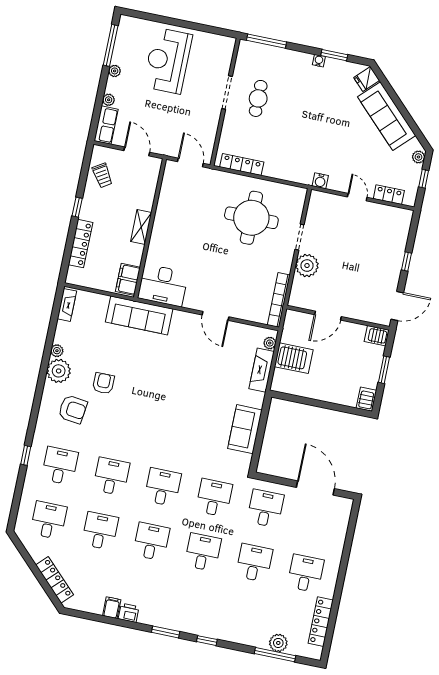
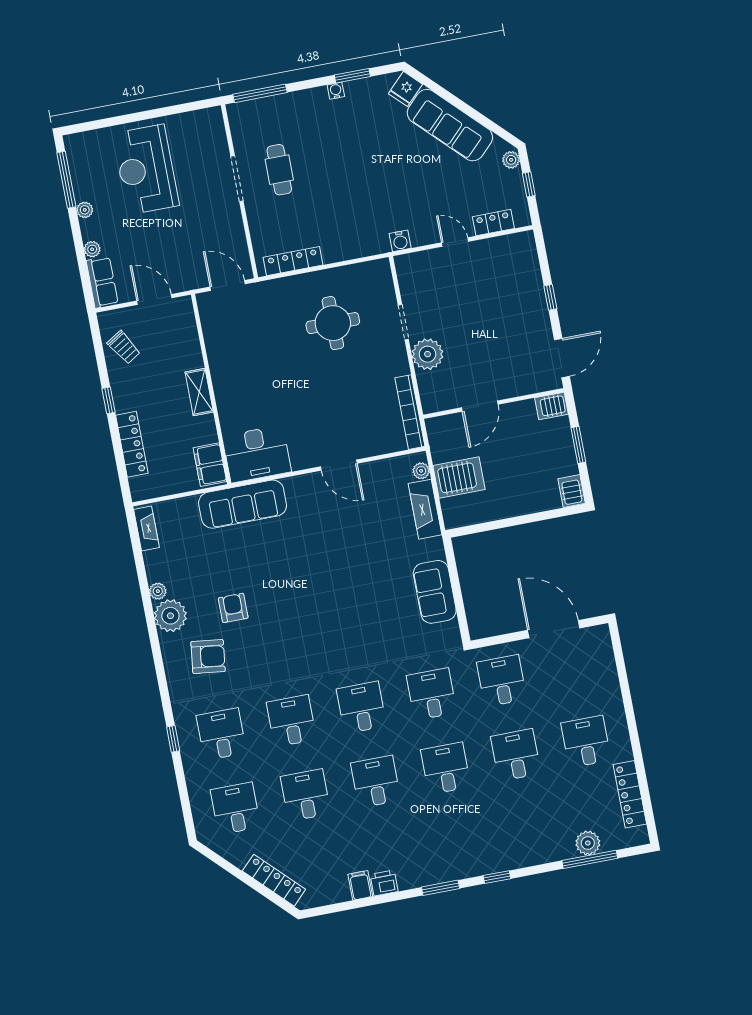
round table: (251, 218) -> (333, 323), width x0.73, depth x0.73

